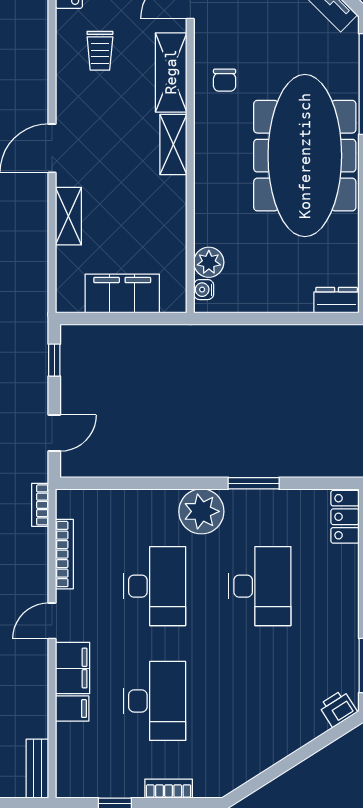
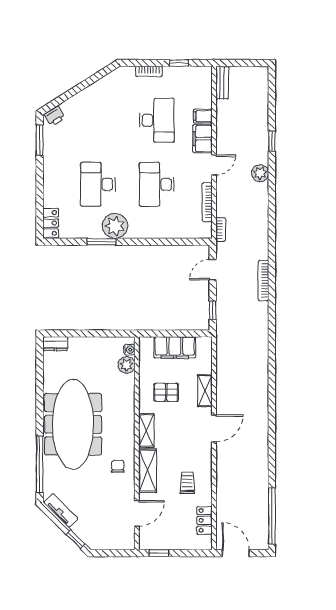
pallet: (138, 213) -> (166, 392), added
plant: (201, 511) -> (115, 226), moved
desk: (155, 701) -> (157, 120), turned 180

